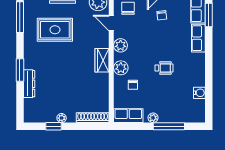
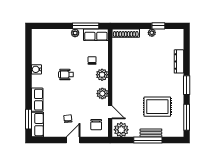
wardrobe: (102, 60) -> (118, 81), removed
window: (20, 70) -> (187, 85), moved
water cooler: (199, 93) -> (36, 69), moved
window: (169, 126) -> (86, 26), moved

